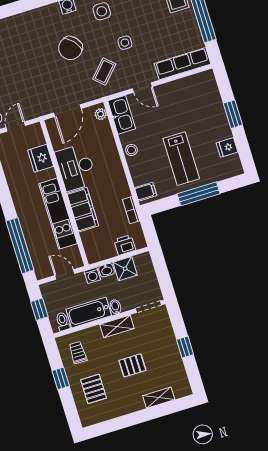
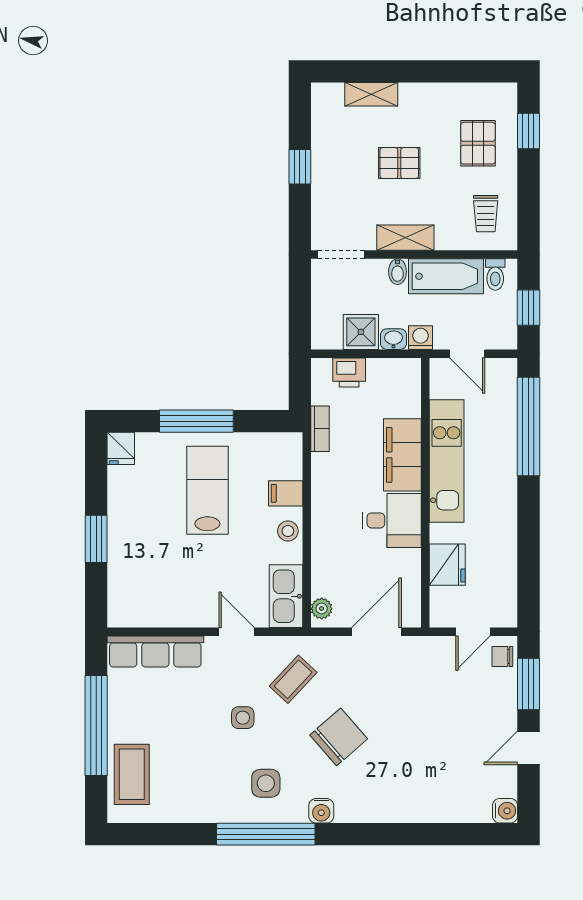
fridge: (227, 147) -> (121, 448), moved, turned 90
desk: (76, 167) -> (392, 520), width x0.73
filing cabinet: (146, 192) -> (286, 493), moved
window: (61, 378) -> (528, 131), moved

